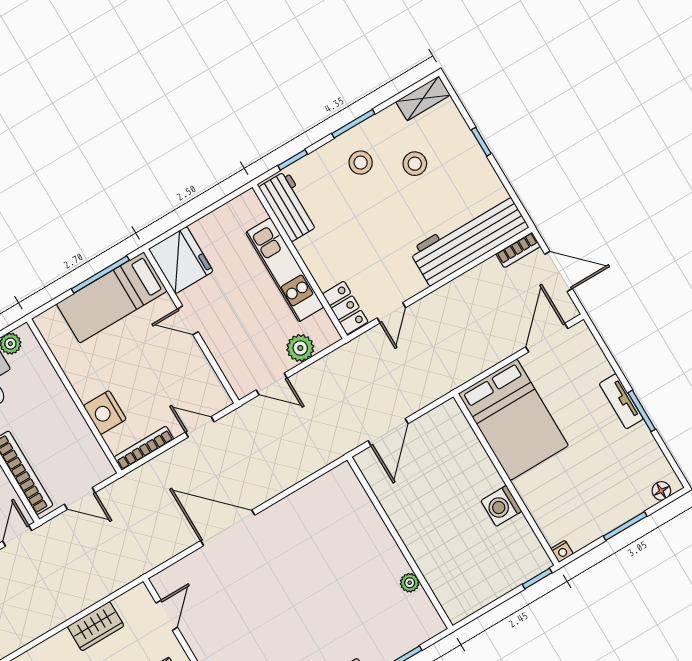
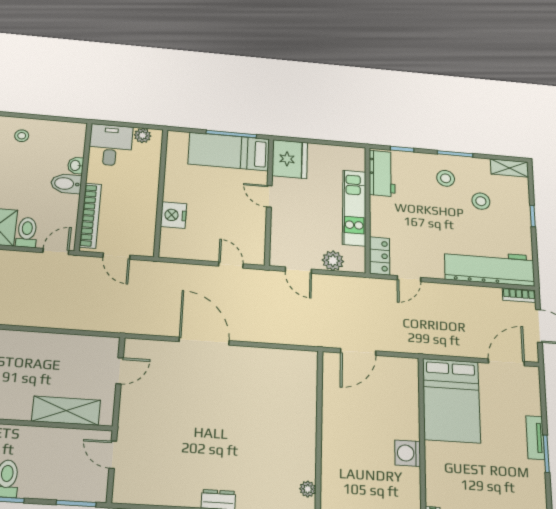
bookcase: (144, 448) -> (184, 253), removed
plant: (410, 583) -> (308, 489), moved
wardrobe: (96, 626) -> (64, 345), removed

